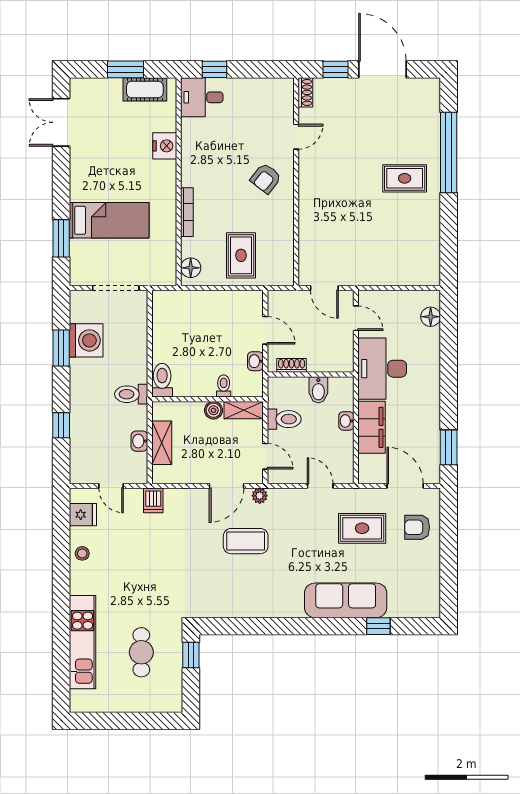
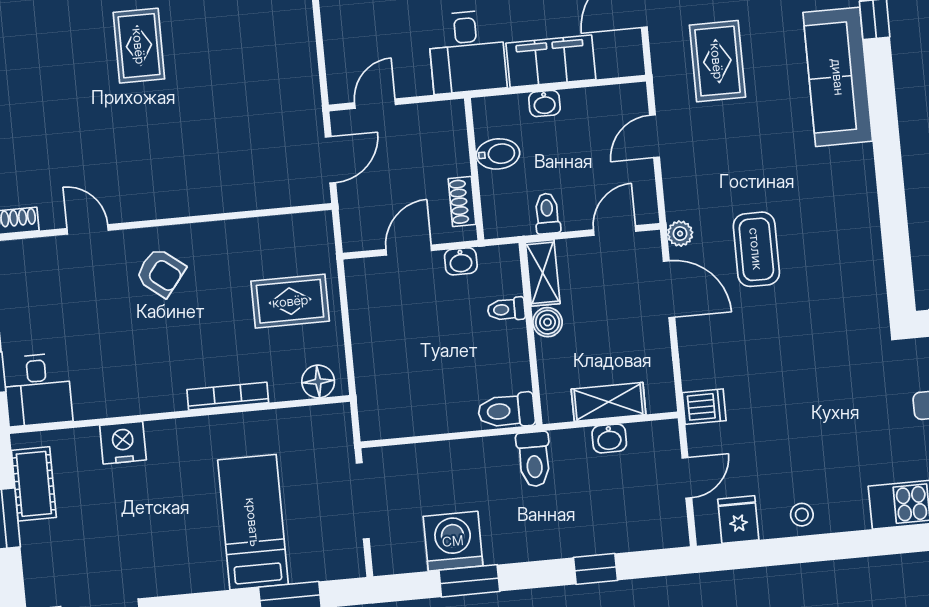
desk: (382, 369) -> (467, 52), width x0.73
toilet: (284, 419) -> (547, 213), width x0.73, depth x0.72

